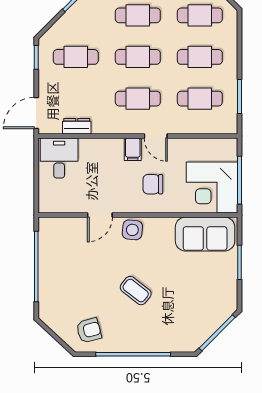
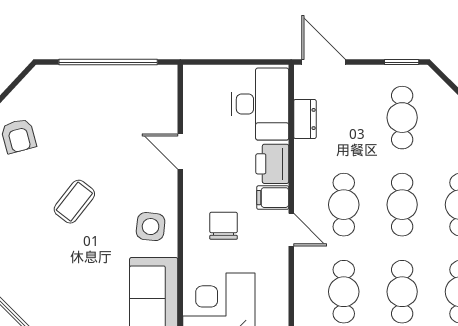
door: (156, 136) -> (291, 230), swing flipped
printer: (109, 150) -> (272, 164), added
desk: (59, 158) -> (260, 104), width x1.37
side table: (132, 230) -> (151, 227), moved

